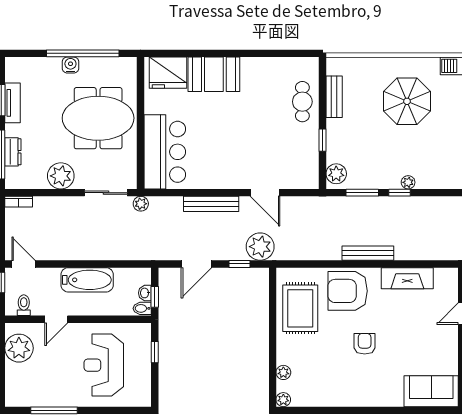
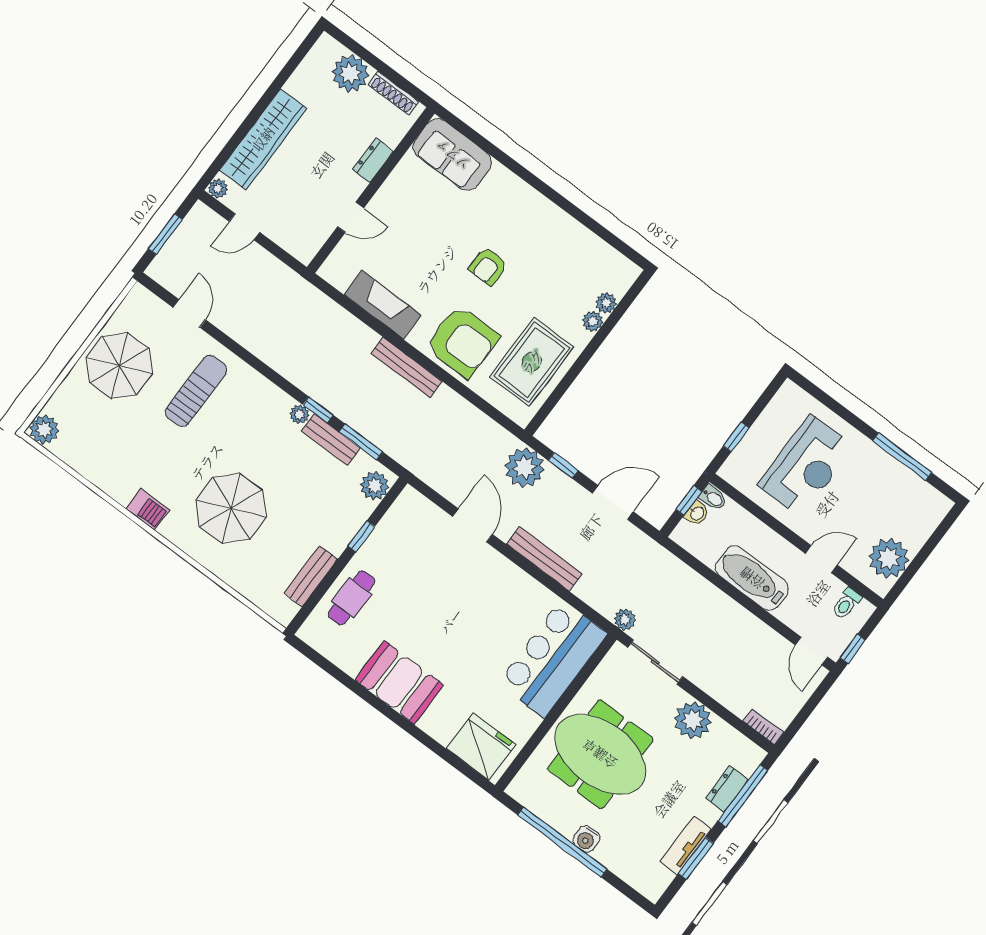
booth: (214, 74) -> (399, 682), moved
bench: (380, 181) -> (331, 440), added
plant: (283, 400) -> (593, 321), moved

